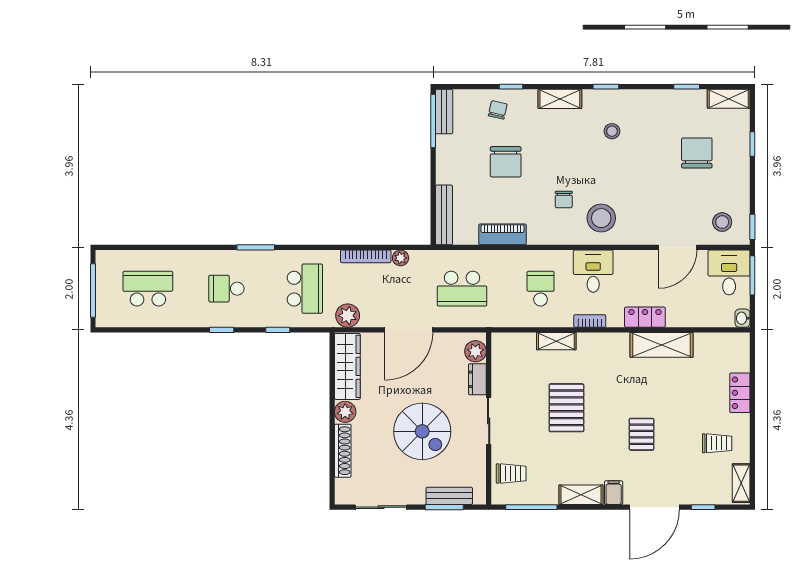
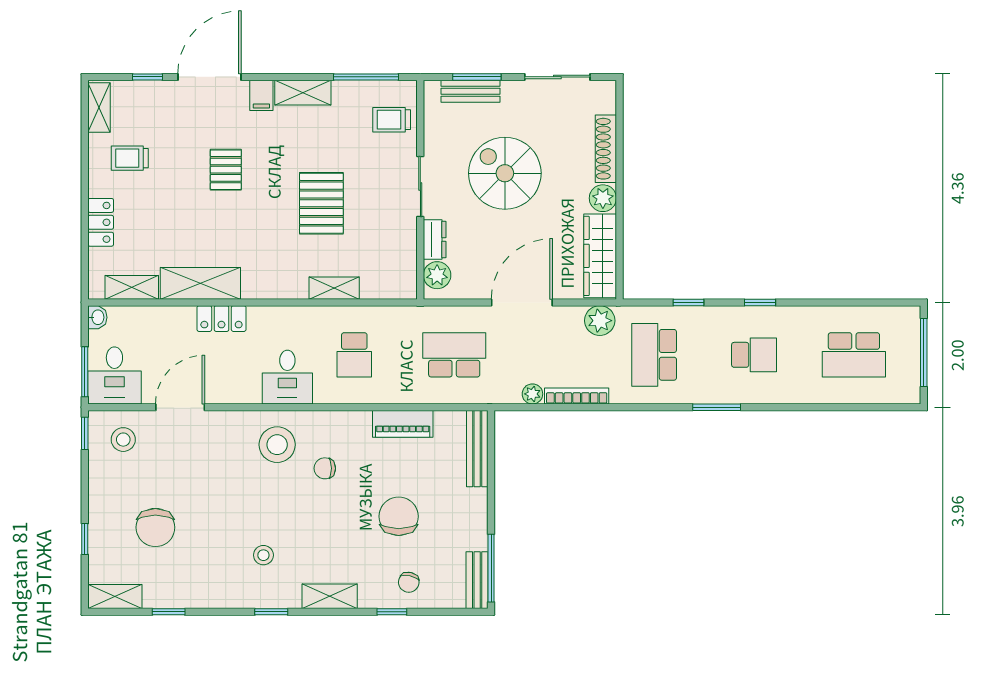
chair: (564, 199) -> (325, 468), turned -90
bookcase: (590, 321) -> (292, 314), removed
shelving: (716, 342) -> (132, 287), added

